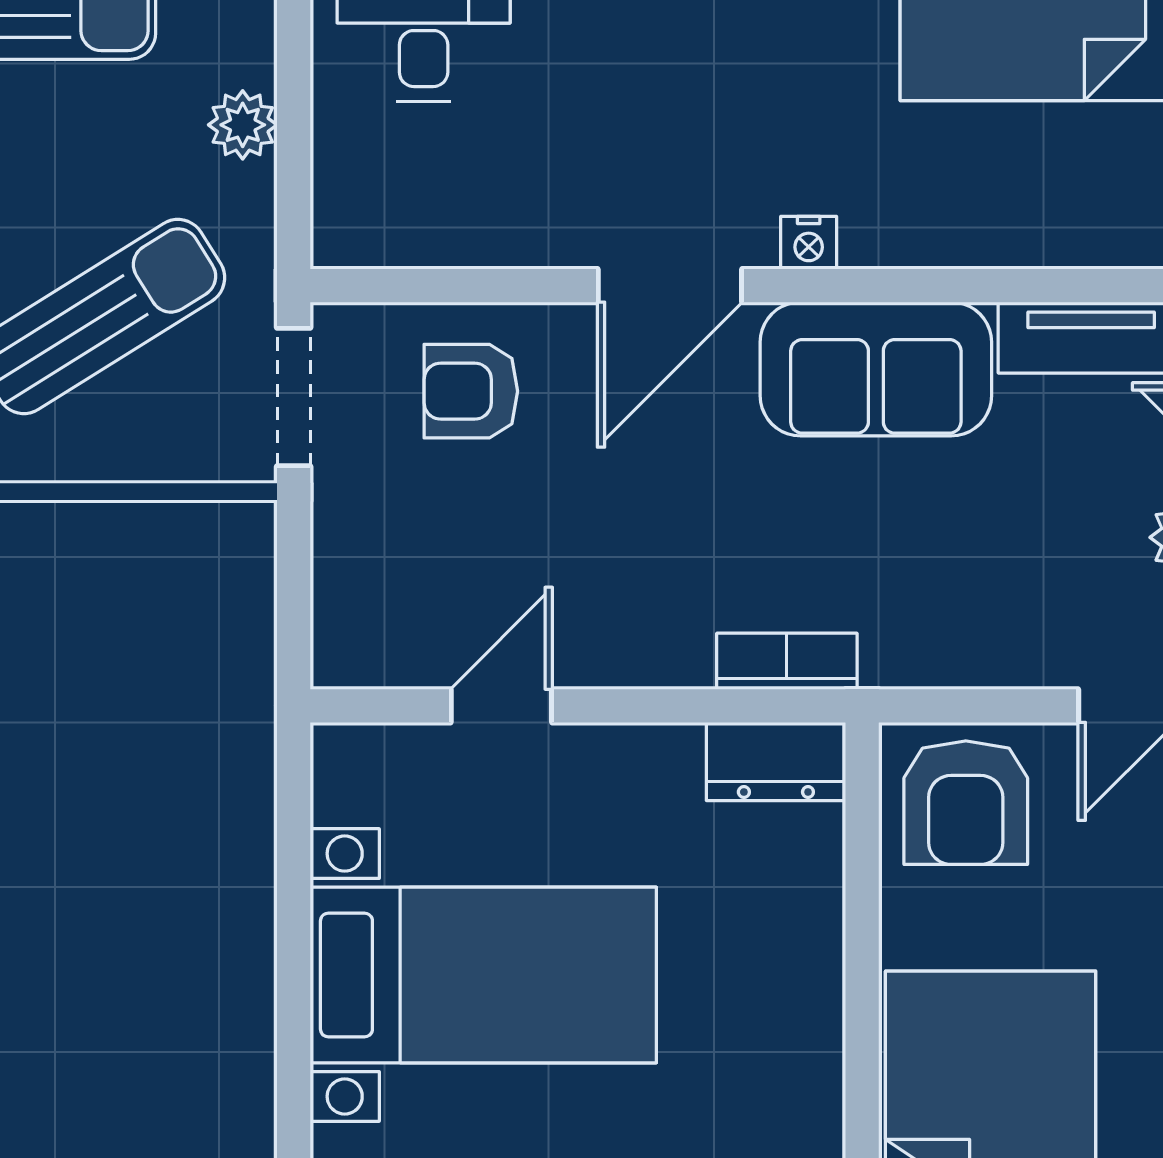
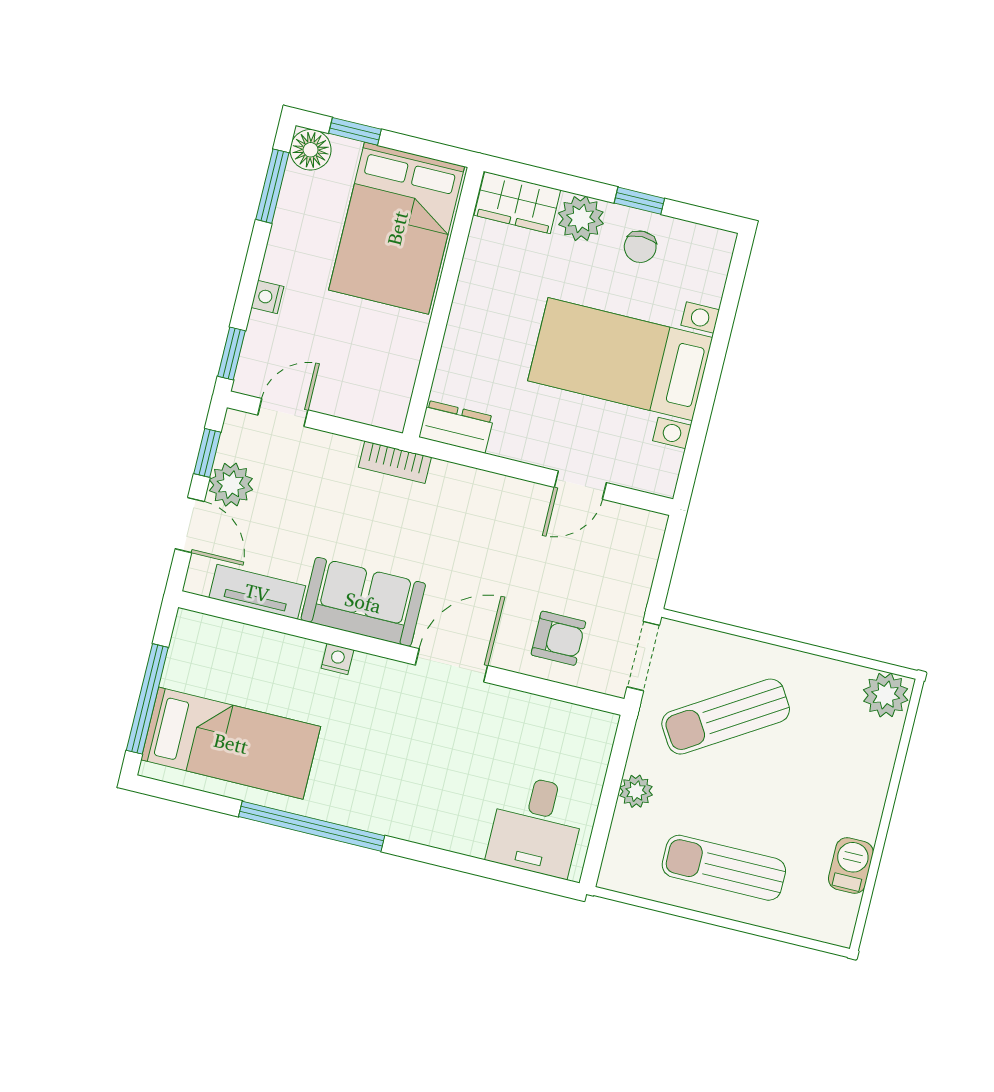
nightstand: (809, 243) -> (337, 659), moved
bookcase: (787, 661) -> (395, 462), moved
armchair: (966, 803) -> (371, 385), removed

